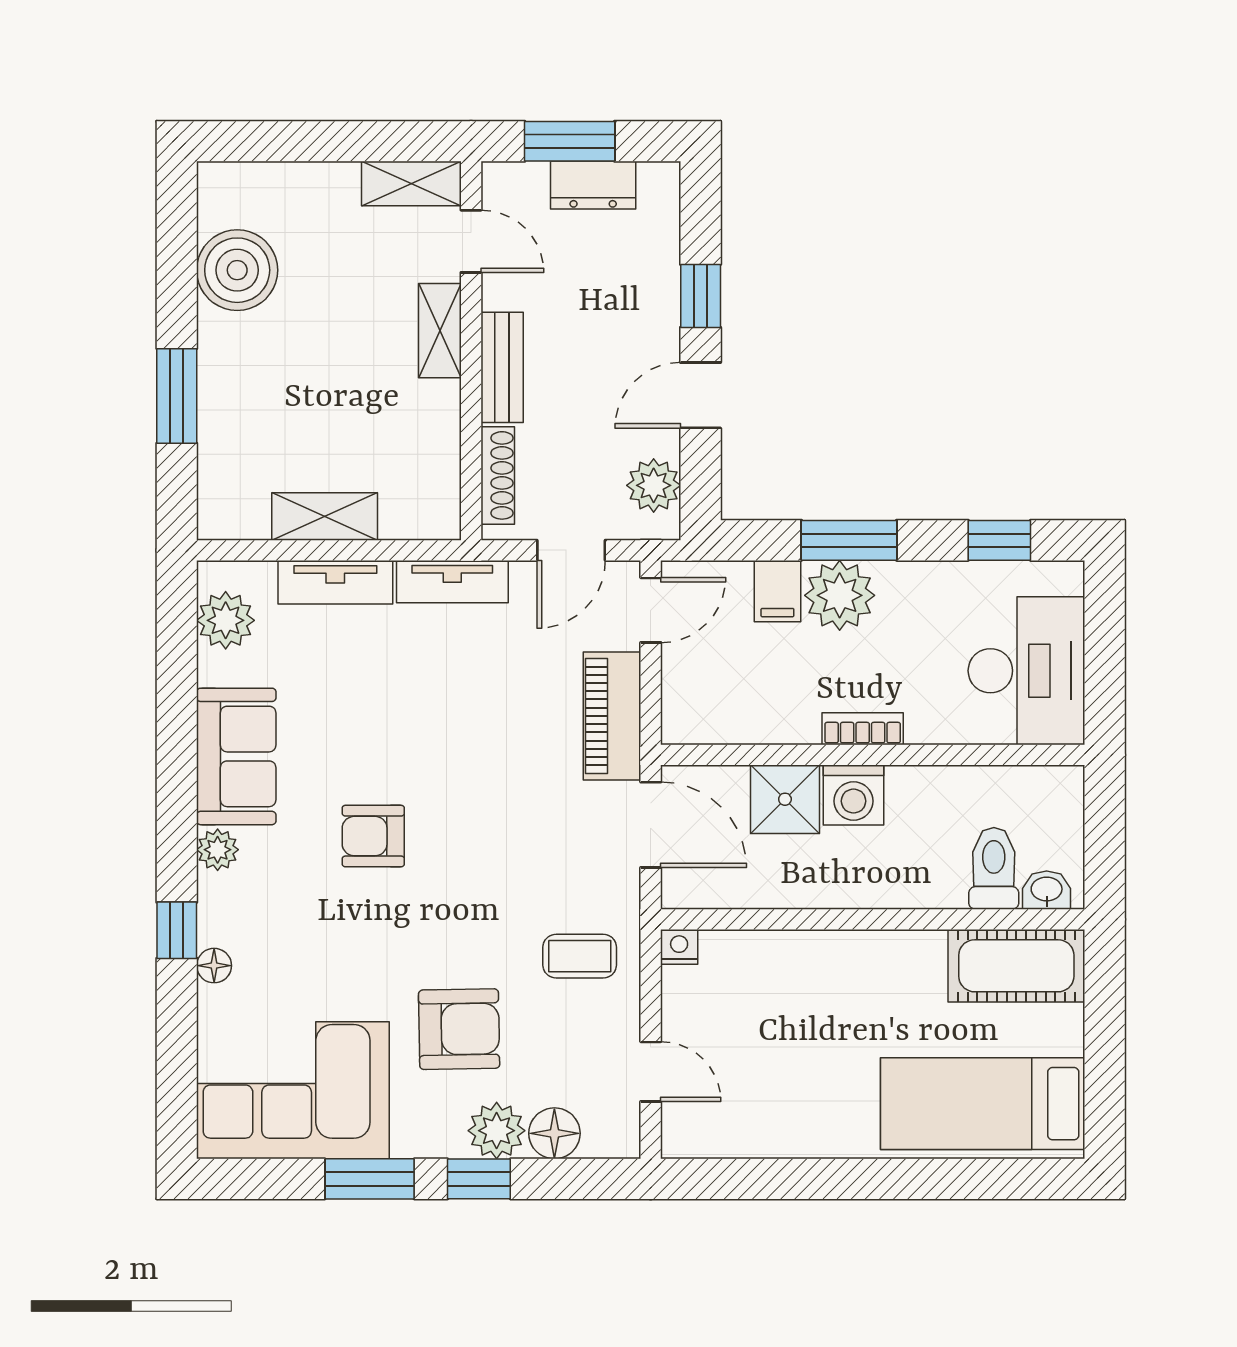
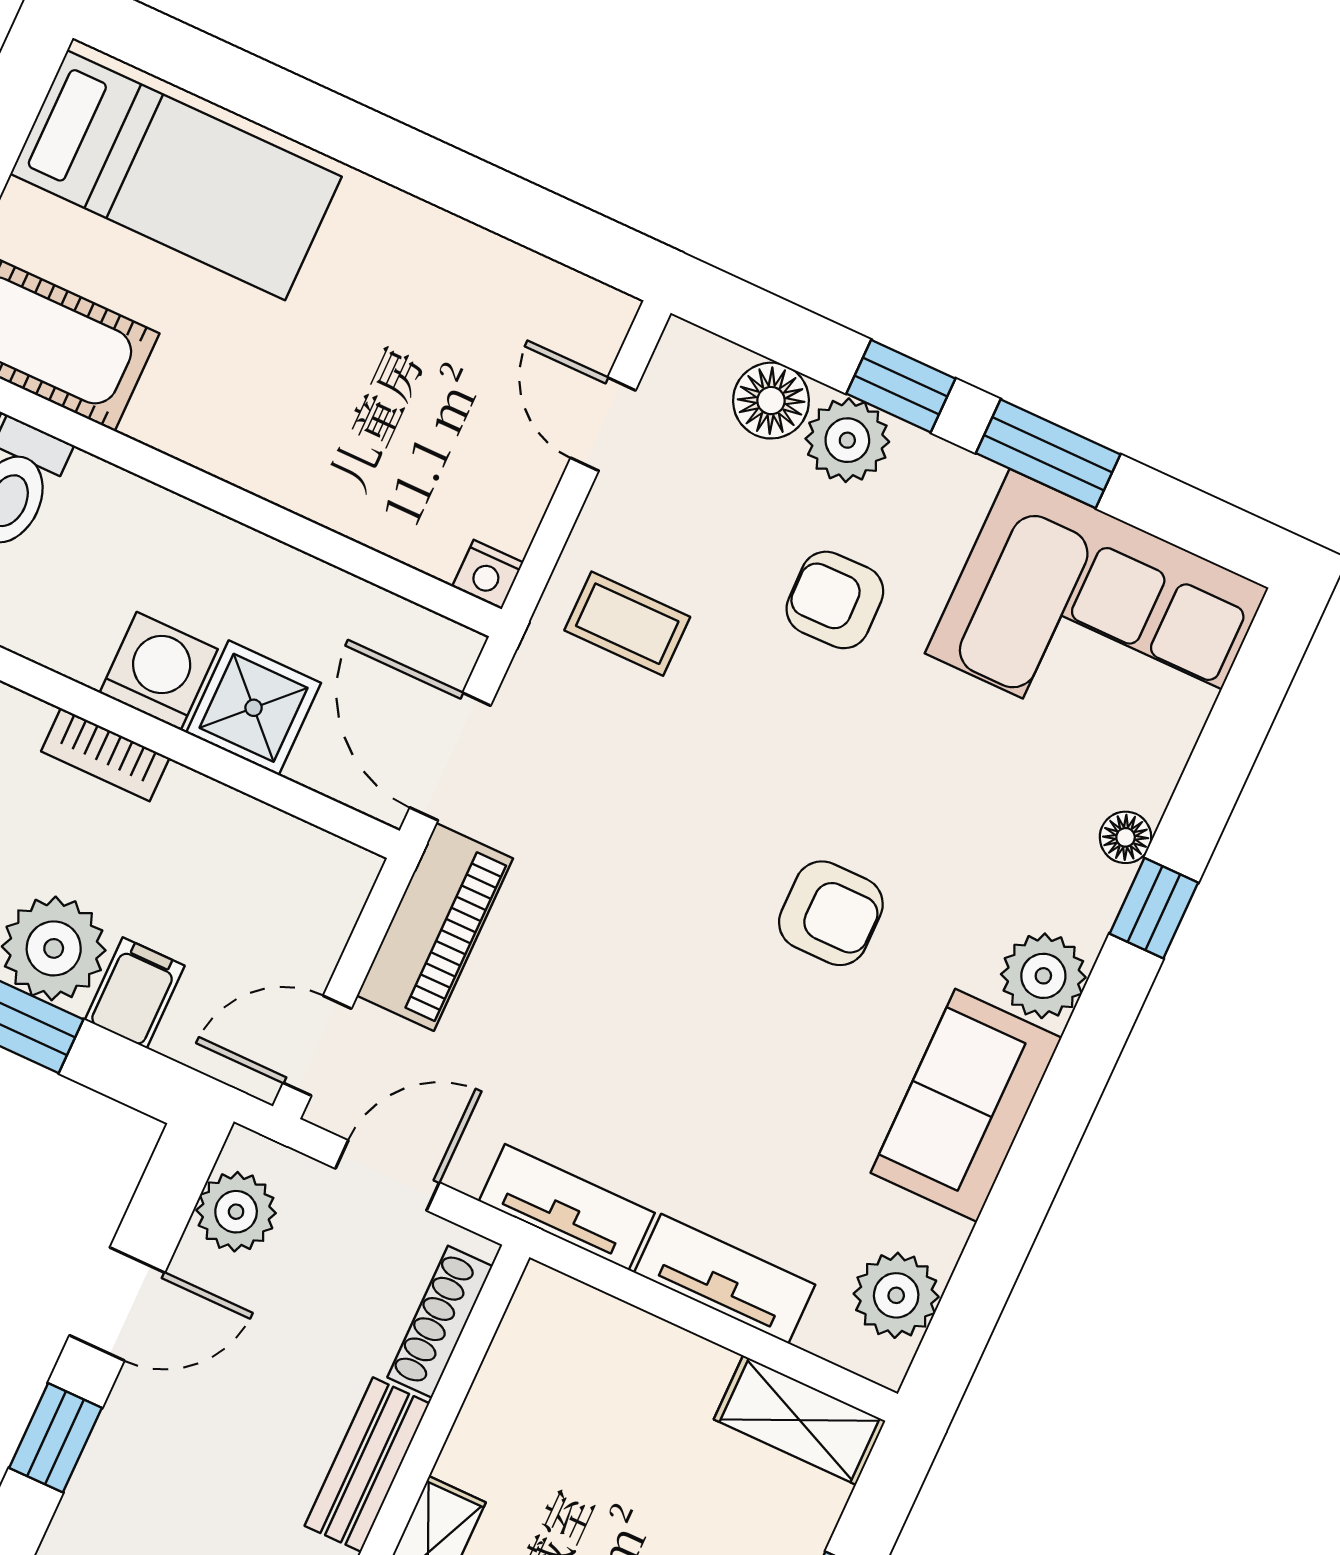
shelving: (325, 517) -> (800, 1420), moved
plant: (218, 850) -> (1043, 976), width x1.38, depth x1.38
armchair: (459, 1029) -> (835, 600), width x0.72, depth x0.72

